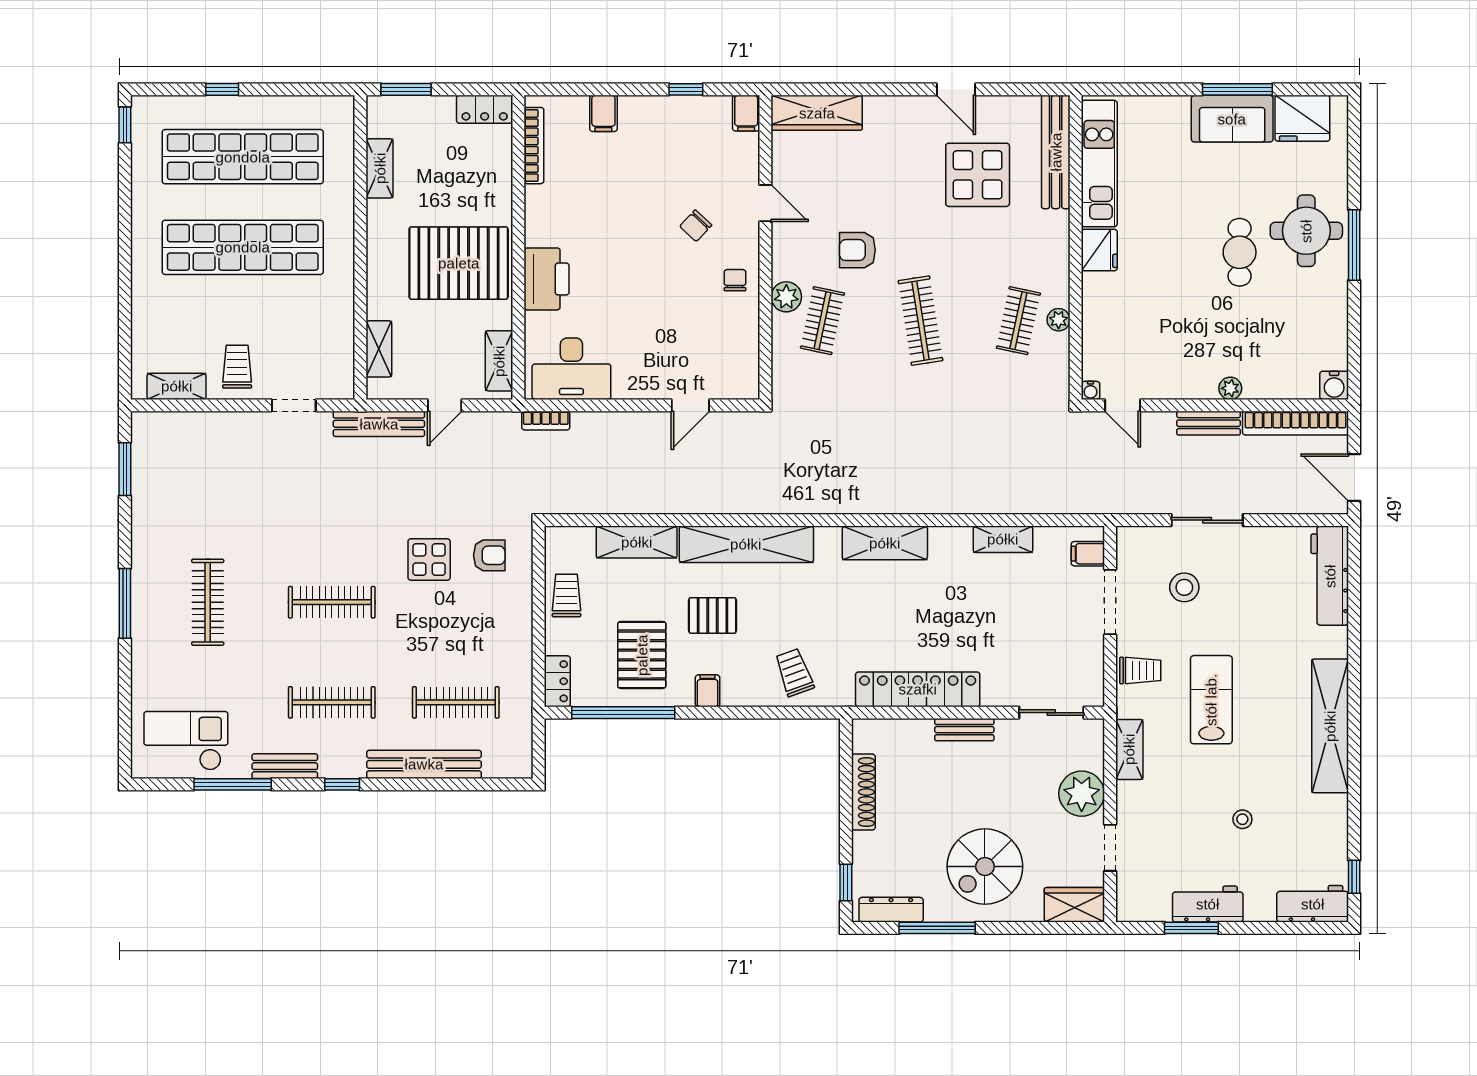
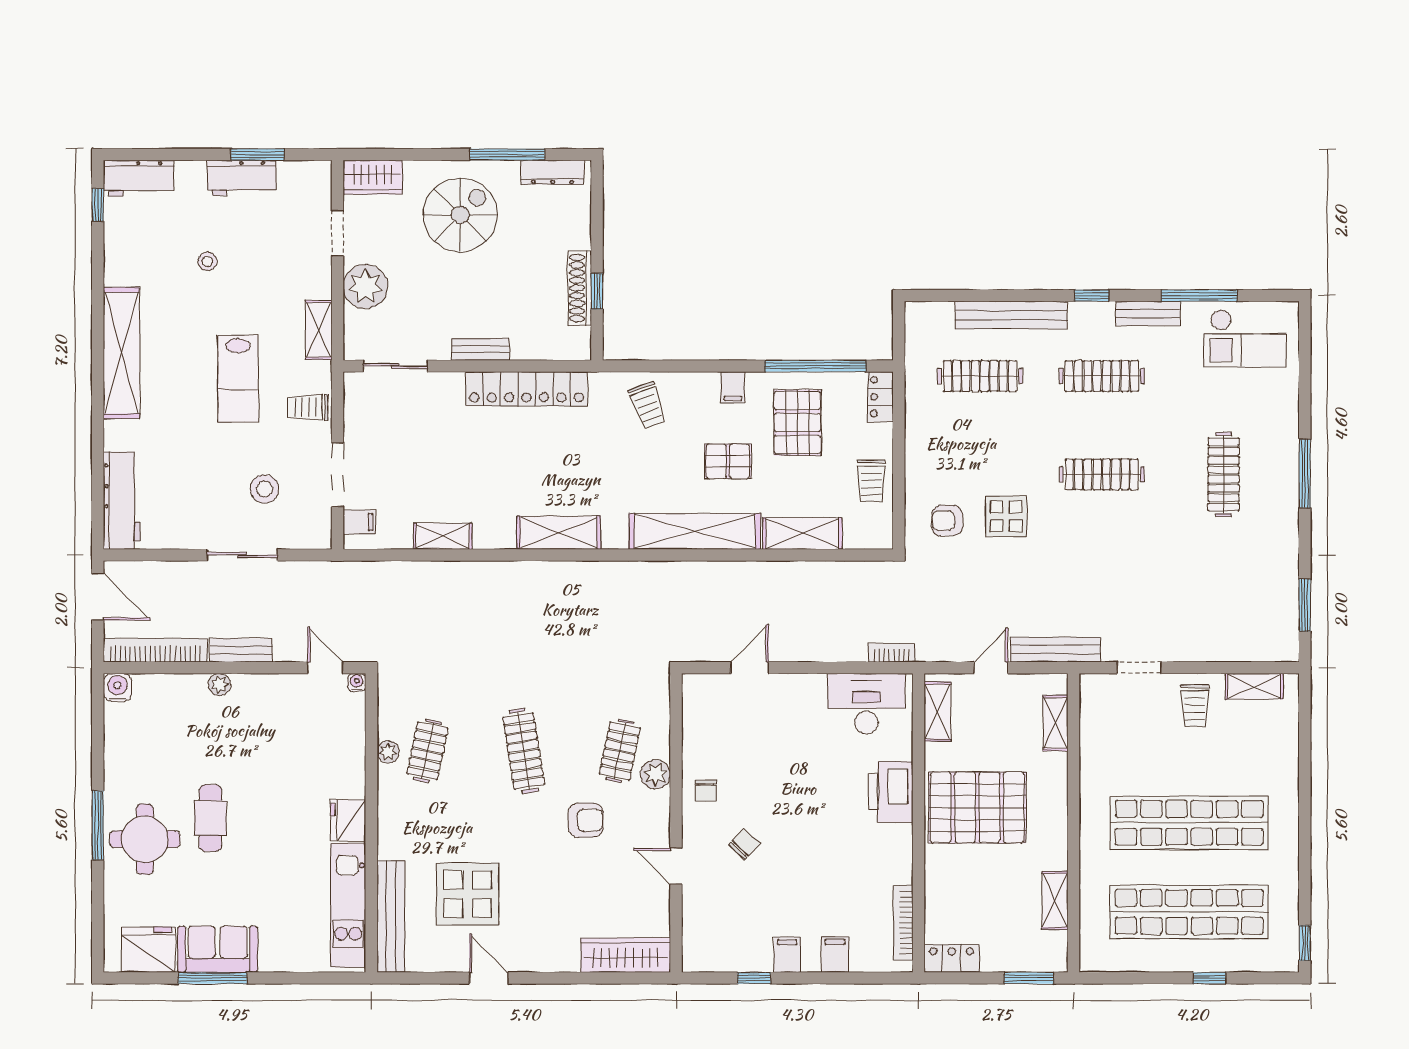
filing cabinet: (746, 113) -> (787, 955), moved
window: (846, 882) -> (597, 291), moved

